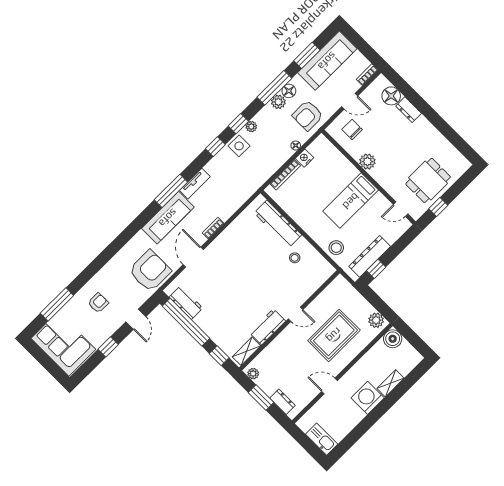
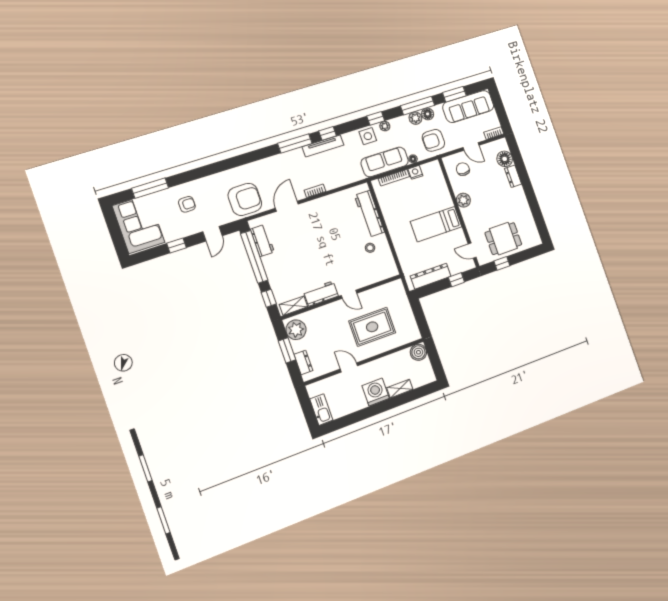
window: (215, 147) -> (328, 133), moved
tv unit: (195, 184) -> (323, 146), width x1.41
sofa: (168, 218) -> (385, 162), moved, turned 180
stool: (336, 248) -> (407, 256), removed
window: (376, 269) -> (456, 280), moved
plant: (376, 320) -> (412, 331), removed
plant: (253, 374) -> (296, 330), width x1.88, depth x1.88

